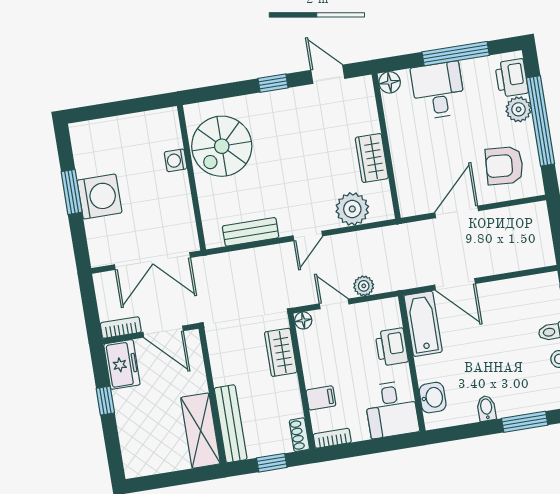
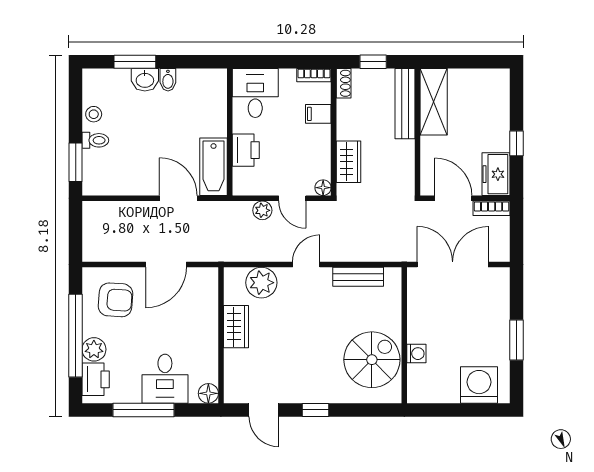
washing machine: (100, 196) -> (479, 385), moved, turned 90
washbasin: (433, 398) -> (145, 80), moved, turned -90

